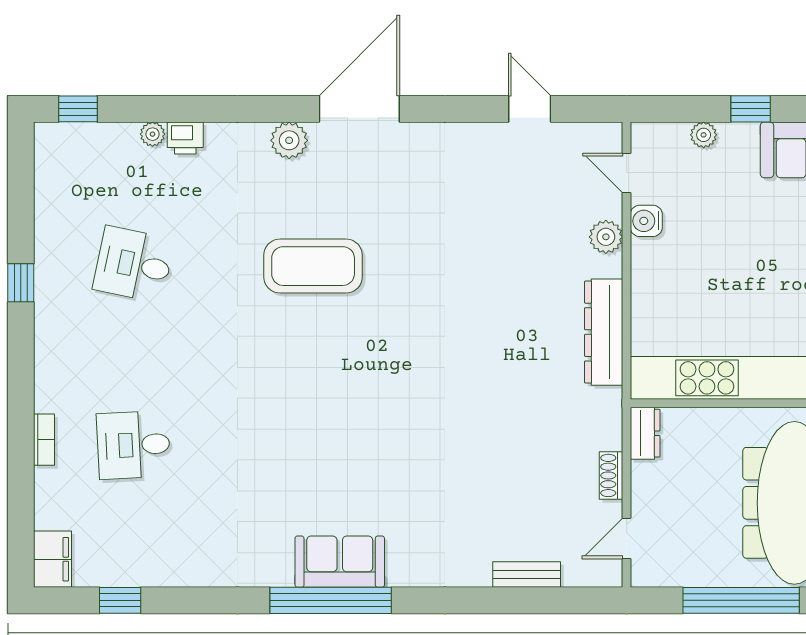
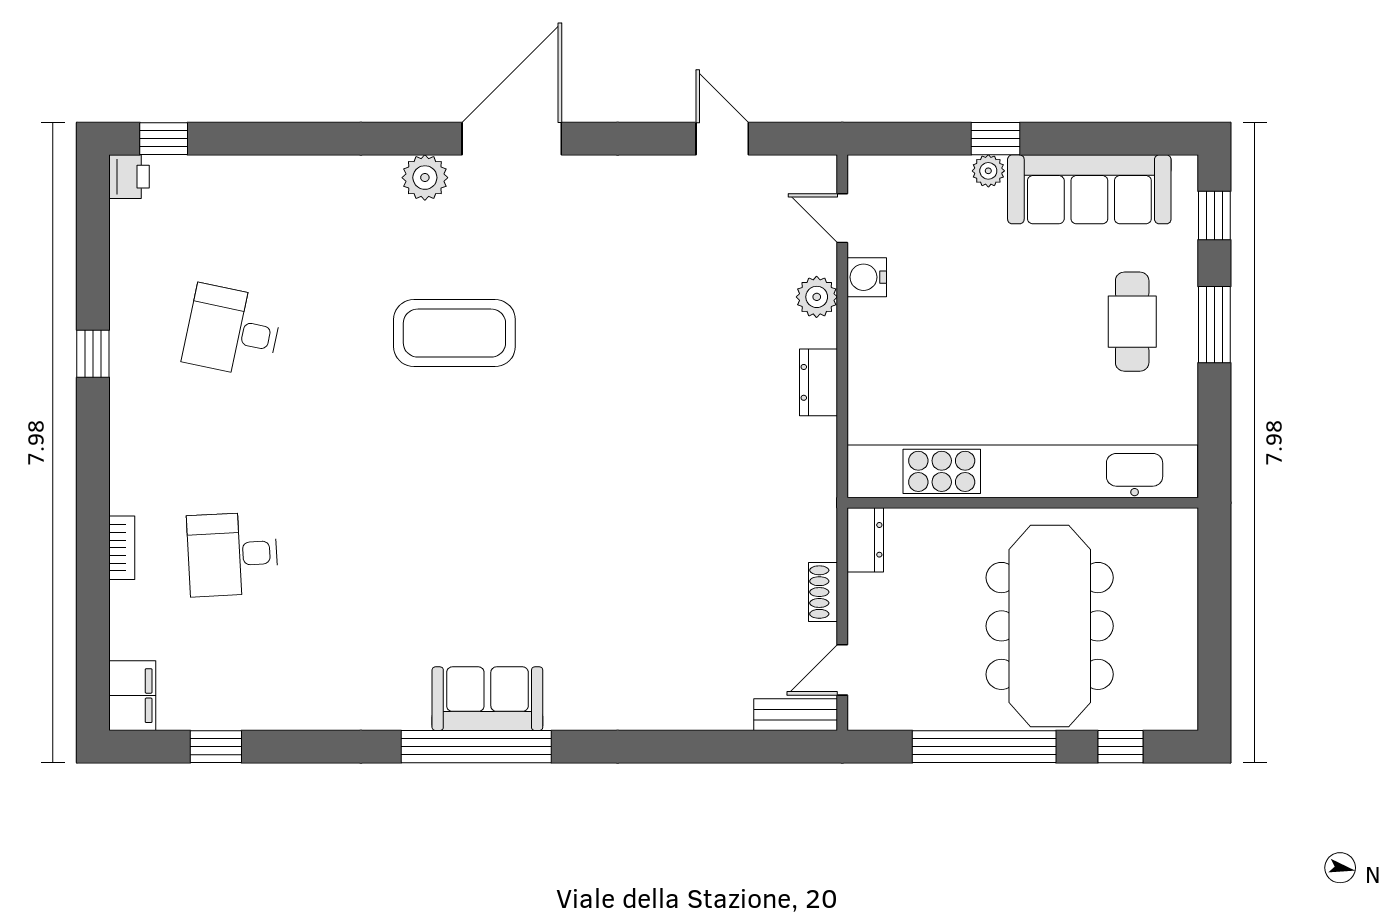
plant: (153, 134) -> (256, 170), removed
plant: (704, 135) -> (988, 171), moved
printer: (185, 138) -> (129, 177), moved, turned -90
dresser: (604, 332) -> (819, 382), width x0.51, depth x0.80
bench: (527, 575) -> (796, 715), moved

